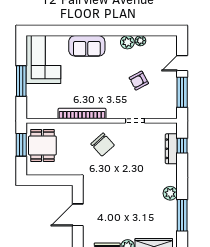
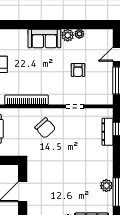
sofa: (87, 46) -> (44, 38), moved
armchair: (139, 81) -> (78, 70), turned -62
plant: (170, 193) -> (106, 186), moved

